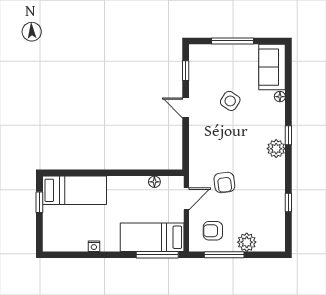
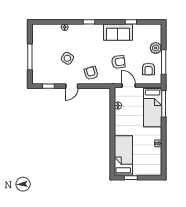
sofa: (272, 67) -> (118, 32), moved
armchair: (206, 139) -> (91, 73), added
plant: (276, 149) -> (97, 30), removed

